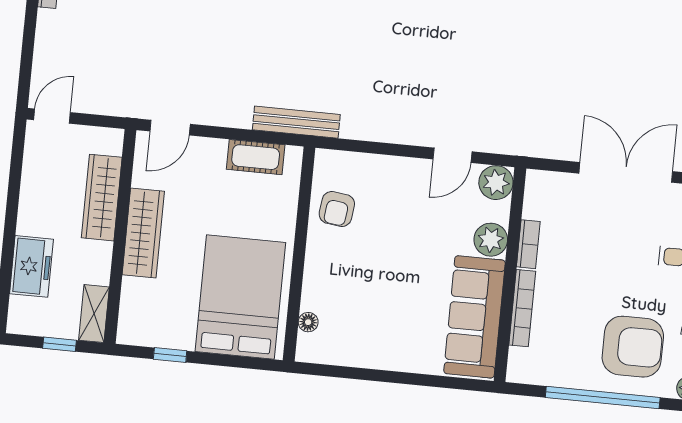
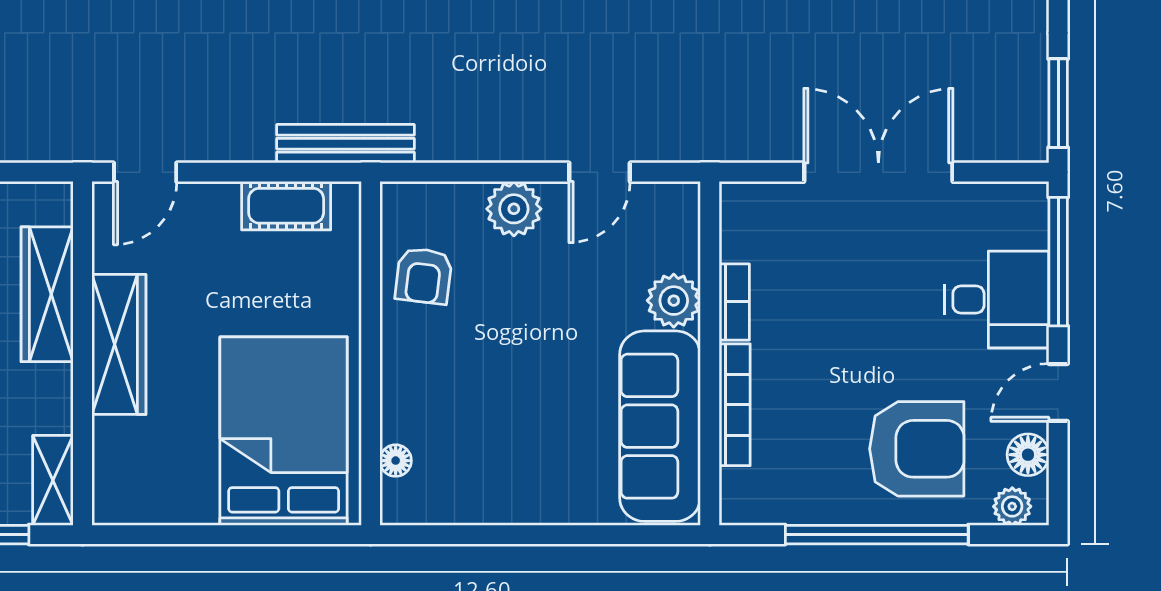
plant: (496, 183) -> (514, 209), moved
window: (170, 355) -> (181, 535), removed

